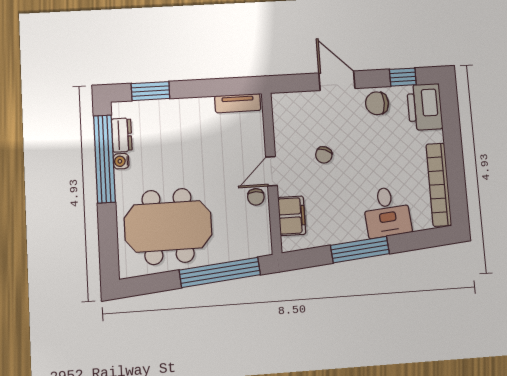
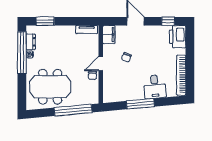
chair: (377, 103) -> (154, 34), removed
filing cabinet: (292, 216) -> (109, 35), moved

